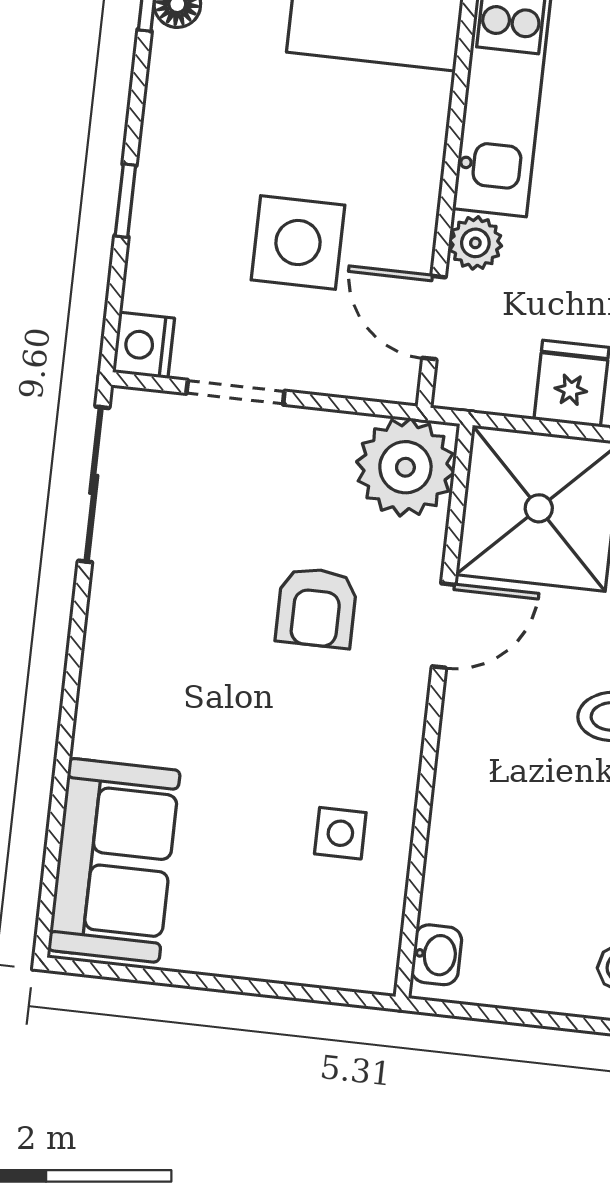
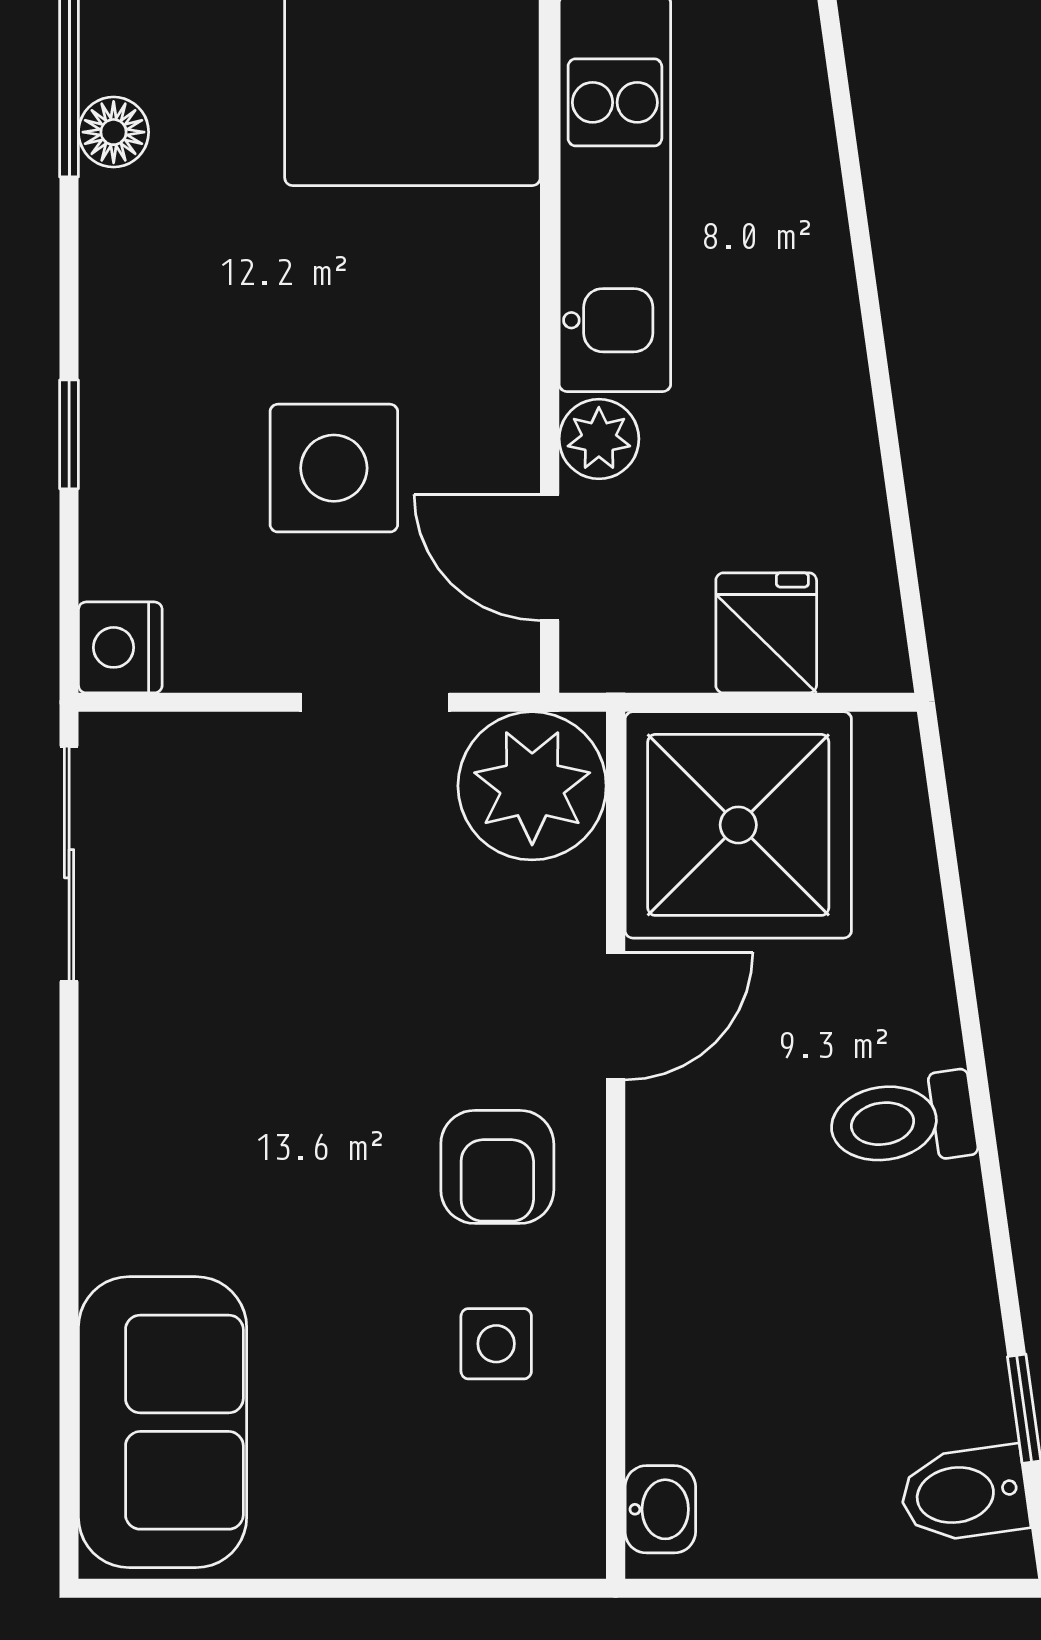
doorway: (235, 392) -> (375, 702), moved
armchair: (316, 608) -> (497, 1167), moved

